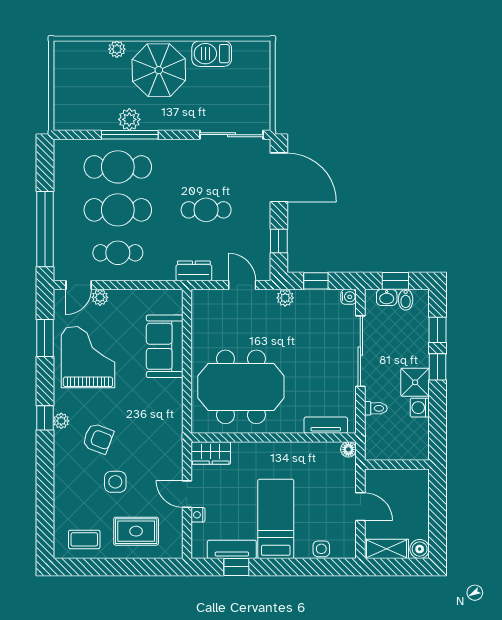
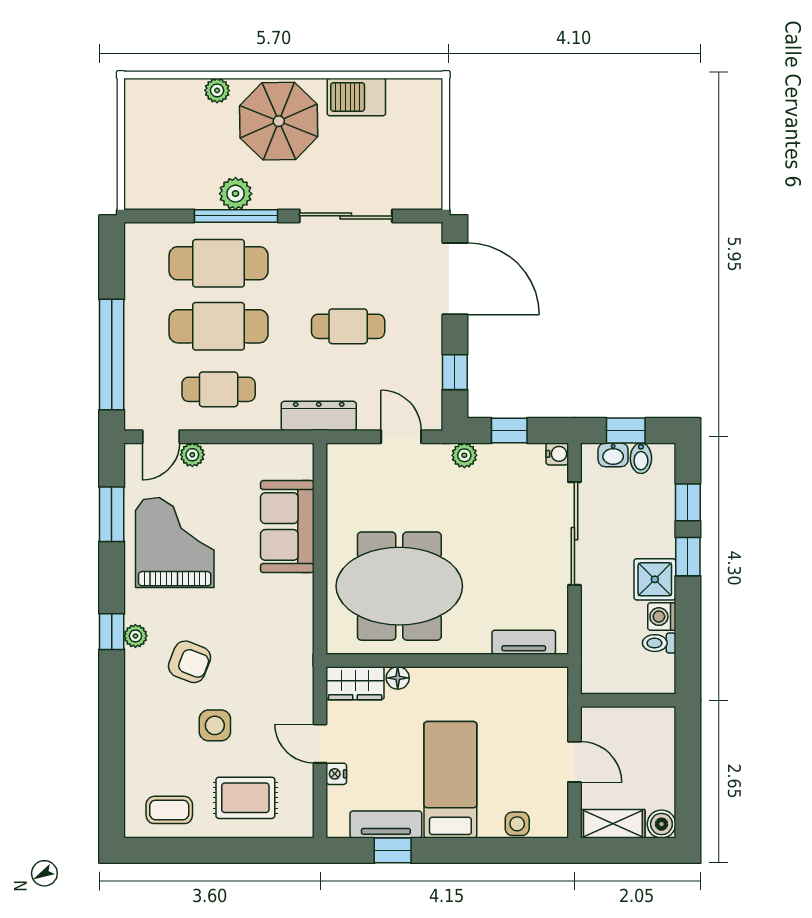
sliding door: (232, 135) -> (346, 216), moved
dresser: (194, 271) -> (319, 416), width x1.44
toilet: (376, 408) -> (659, 643), moved, turned 180
floor lamp: (348, 449) -> (398, 678), moved

